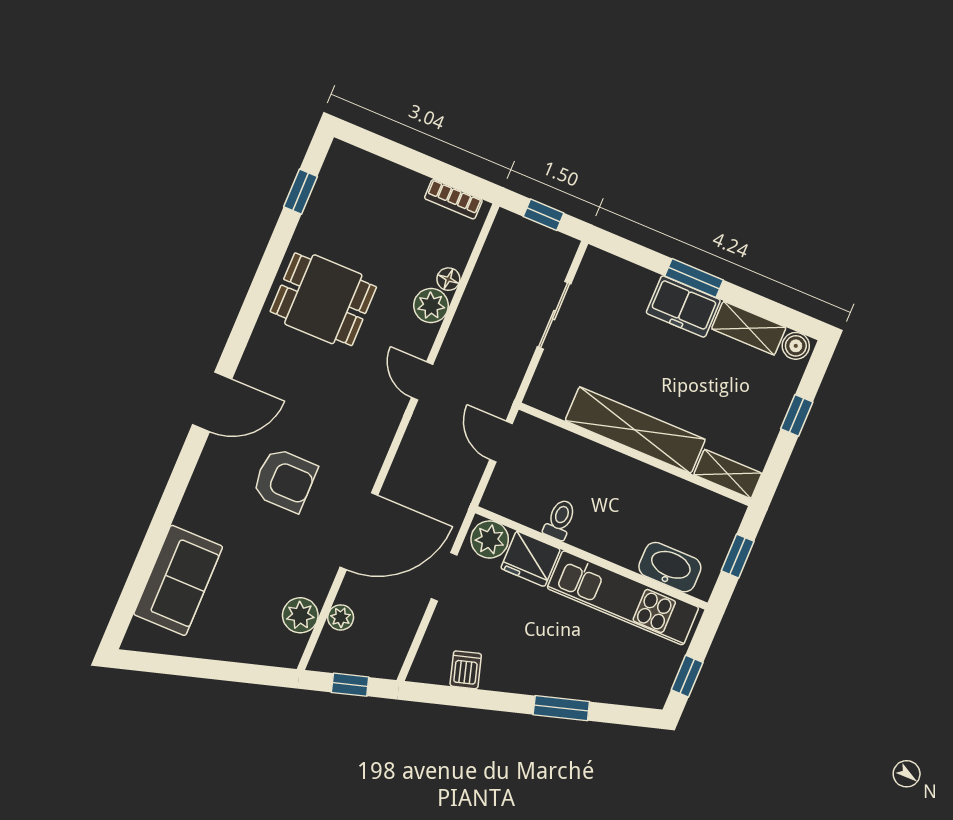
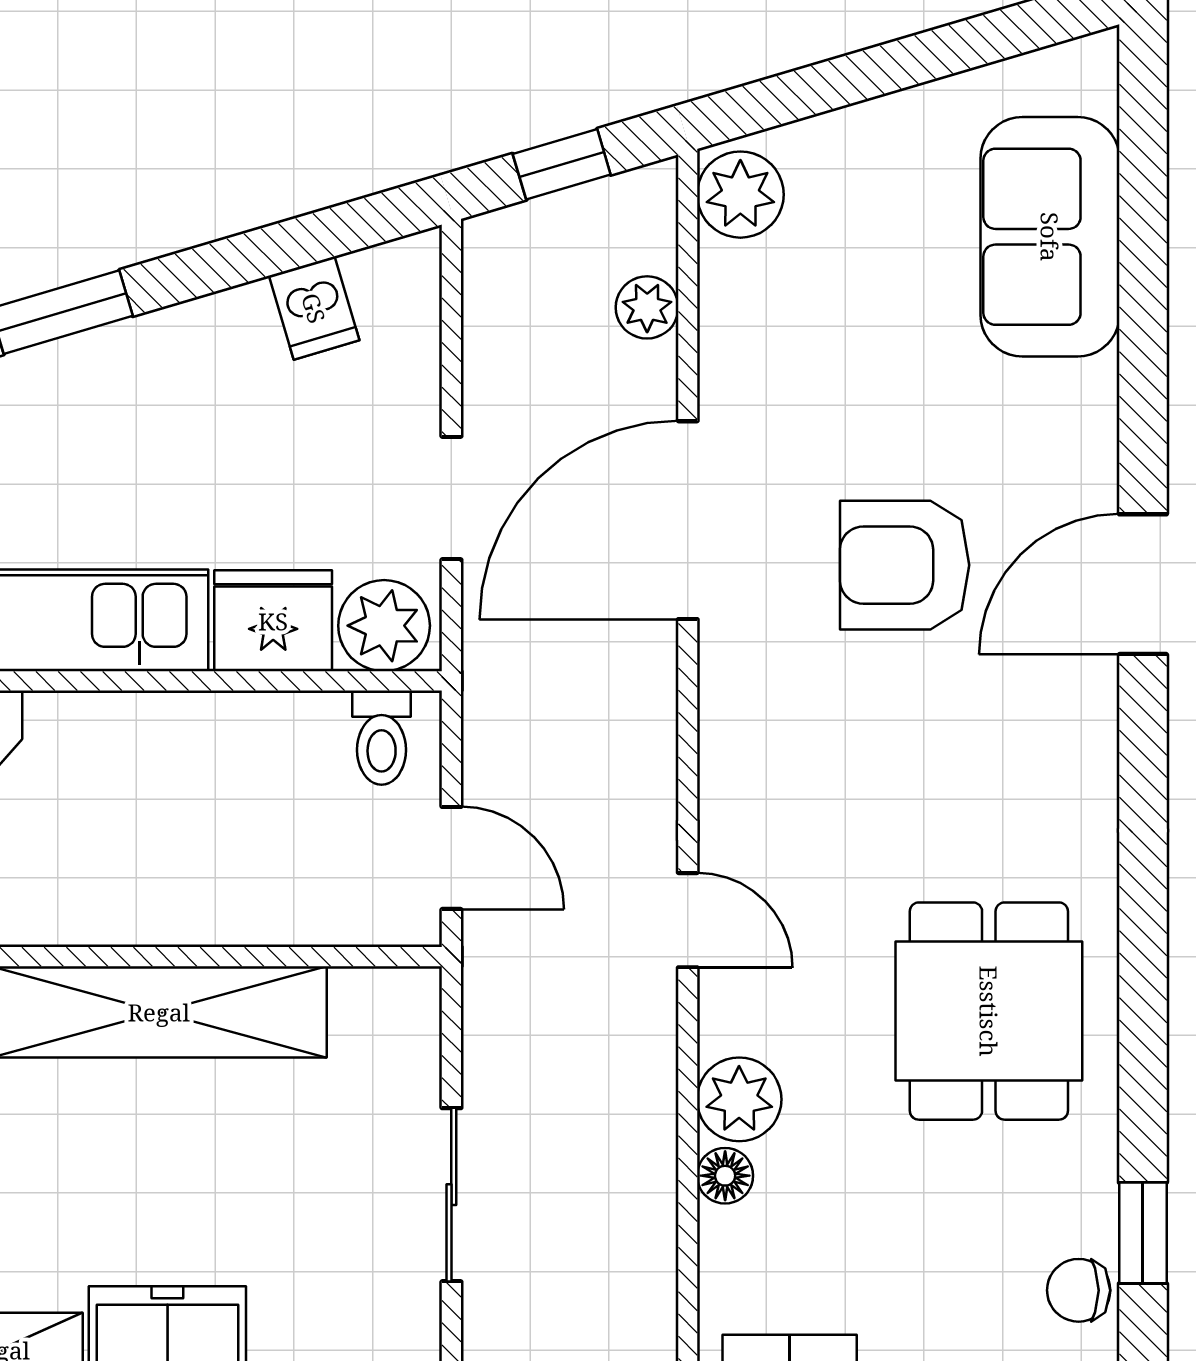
chair: (334, 180) -> (1079, 1290), added
dining table: (323, 299) -> (989, 1011), turned 90
door: (212, 402) -> (1143, 584), moved
toilet: (560, 520) -> (382, 738), moved
plant: (300, 615) -> (740, 195), moved

